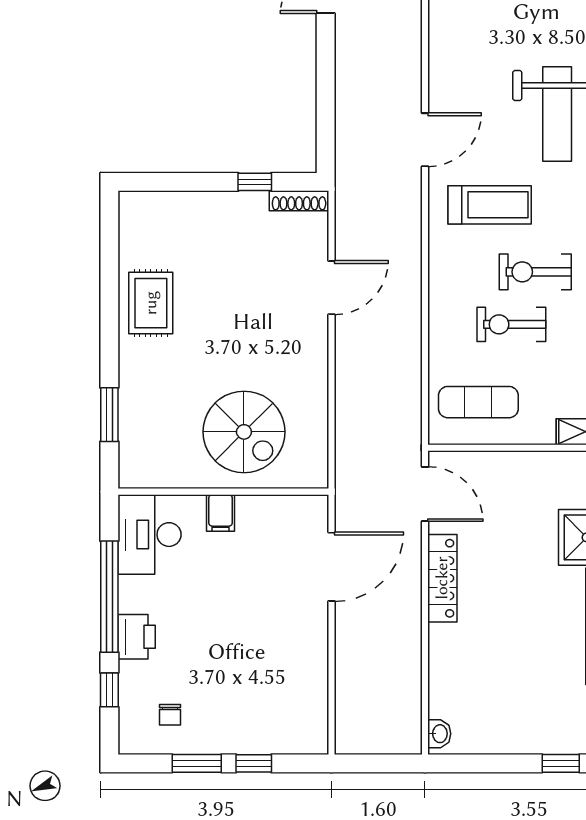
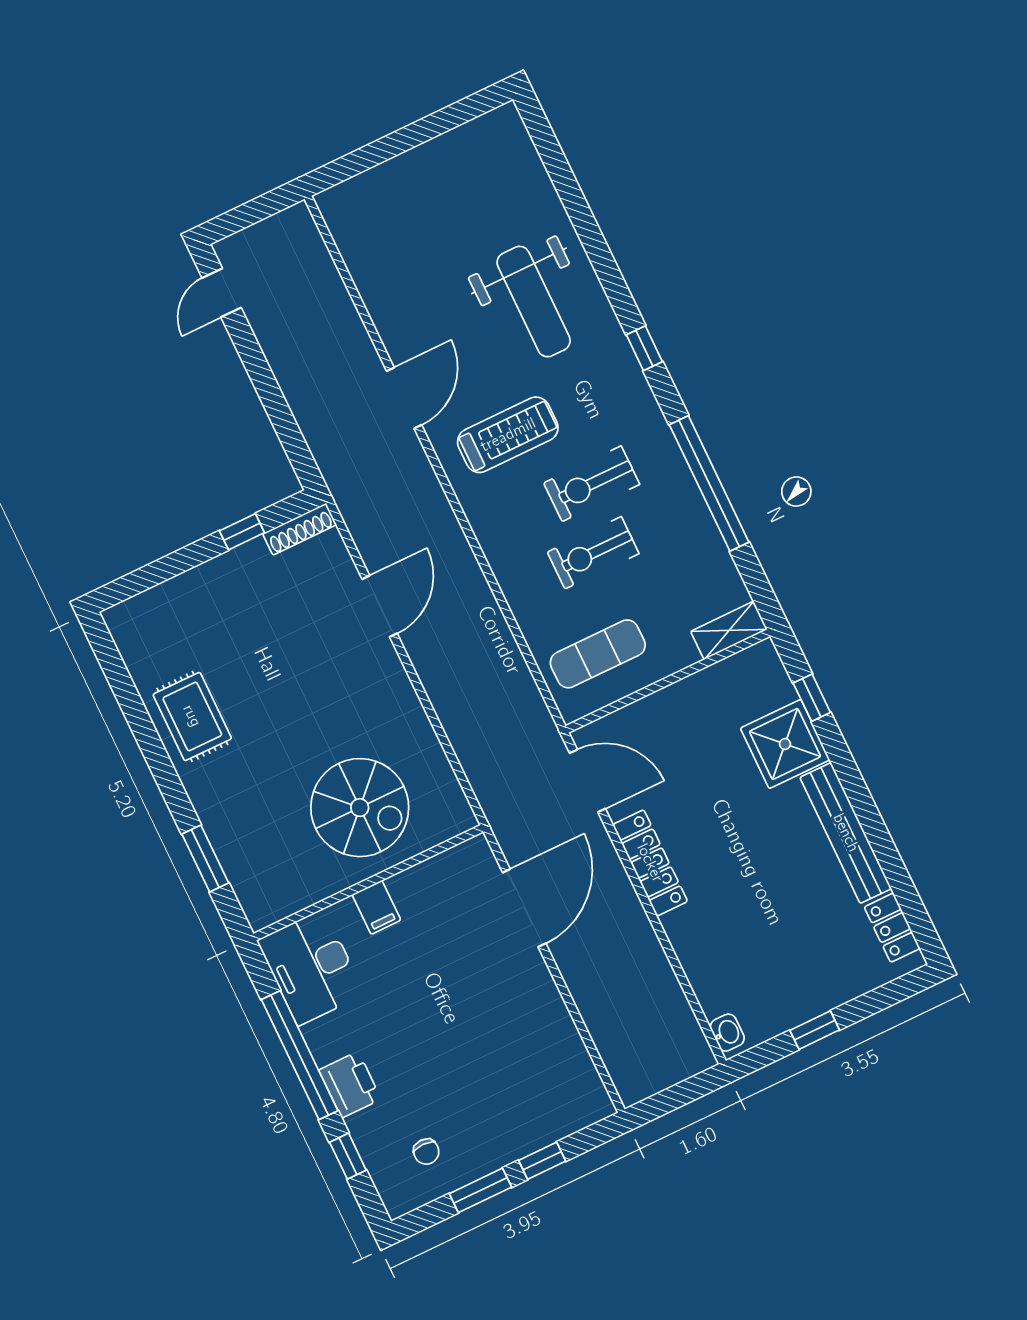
window: (561, 763) -> (815, 1030), moved

